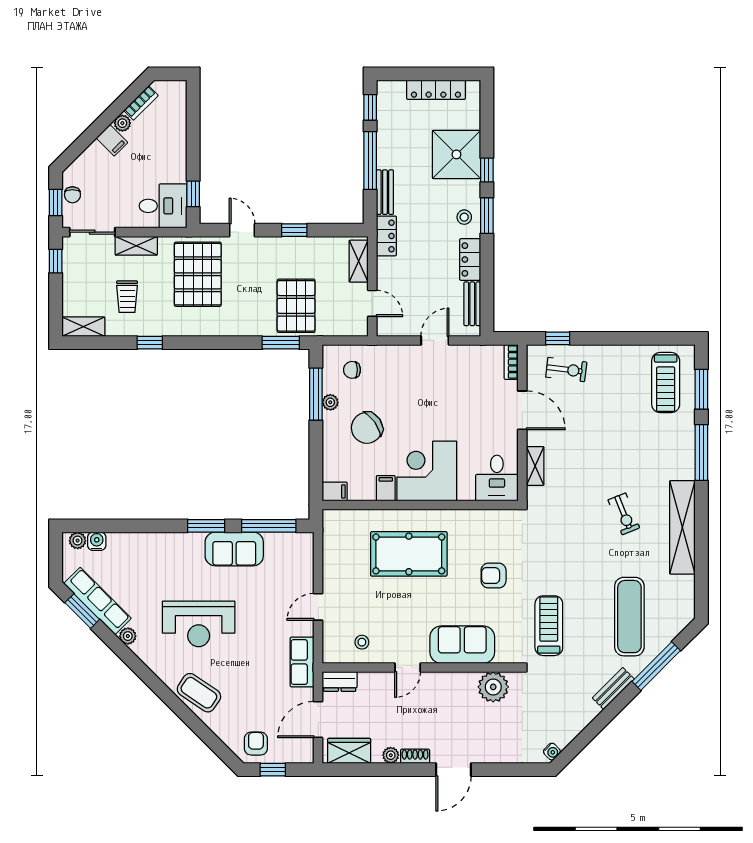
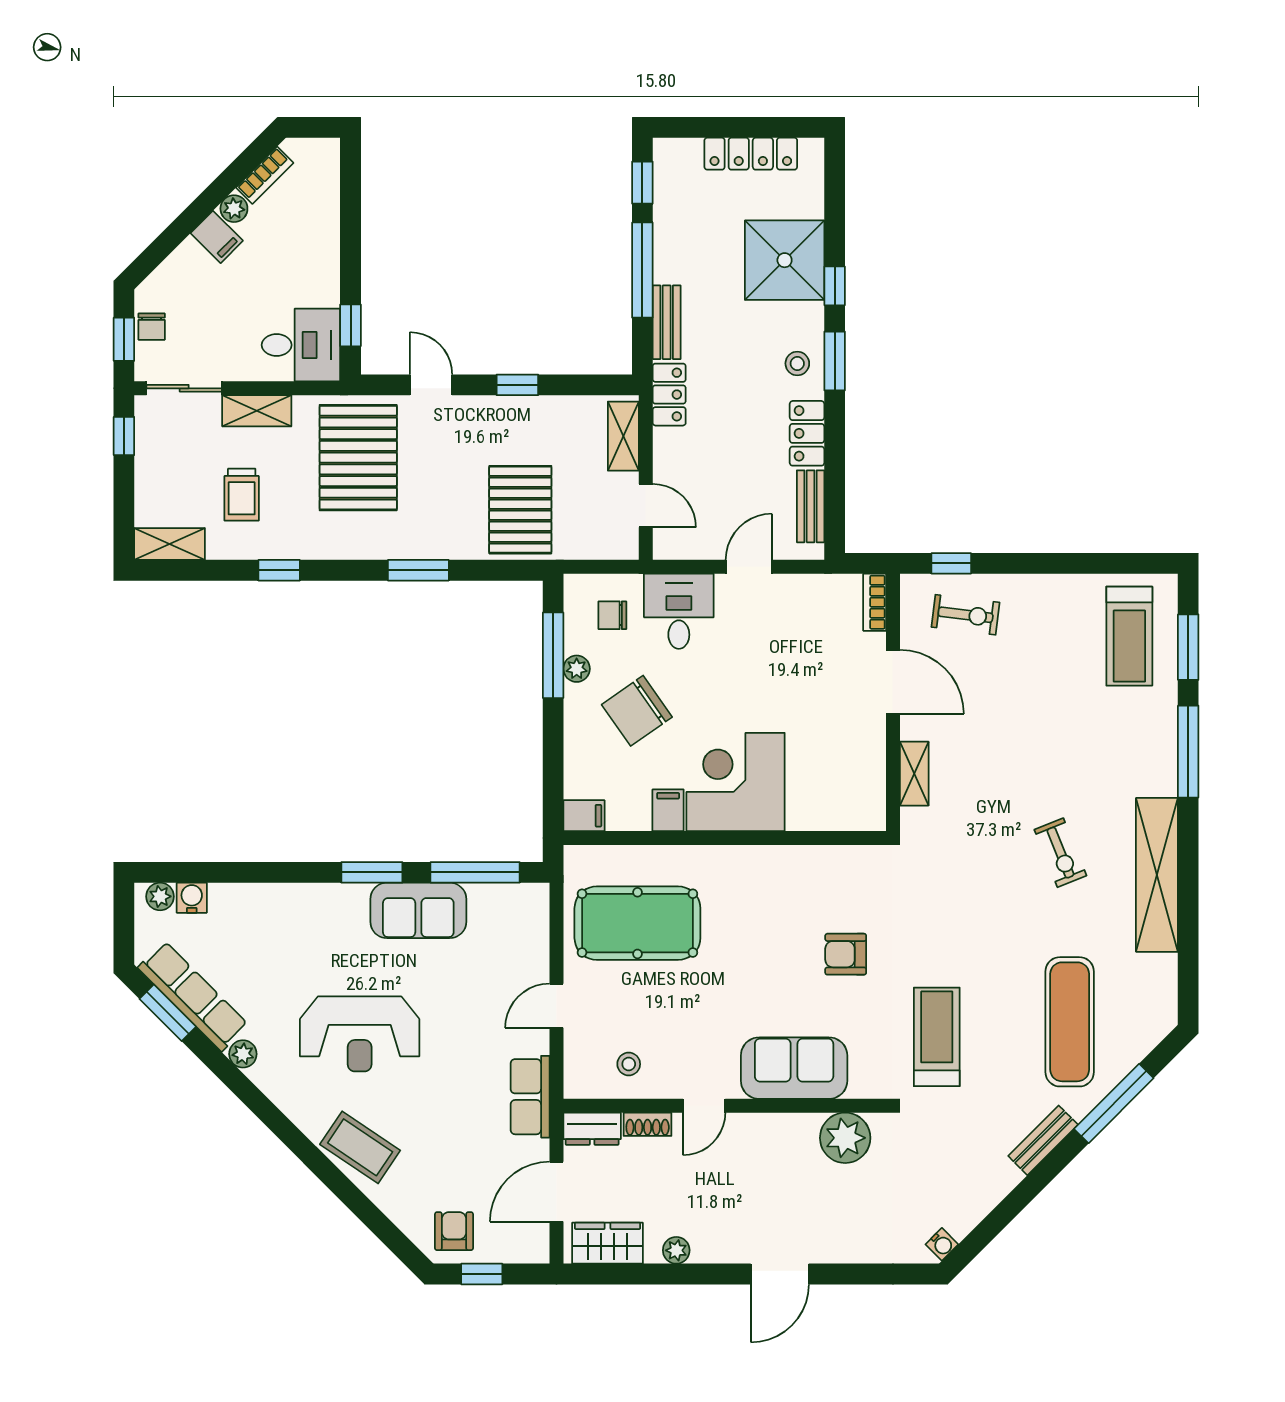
window: (281, 343) -> (418, 570), moved
desk: (497, 478) -> (679, 611), moved, turned 180
pool table: (409, 554) -> (637, 923), moved
shoe rack: (415, 756) -> (648, 1124), moved, turned 180

